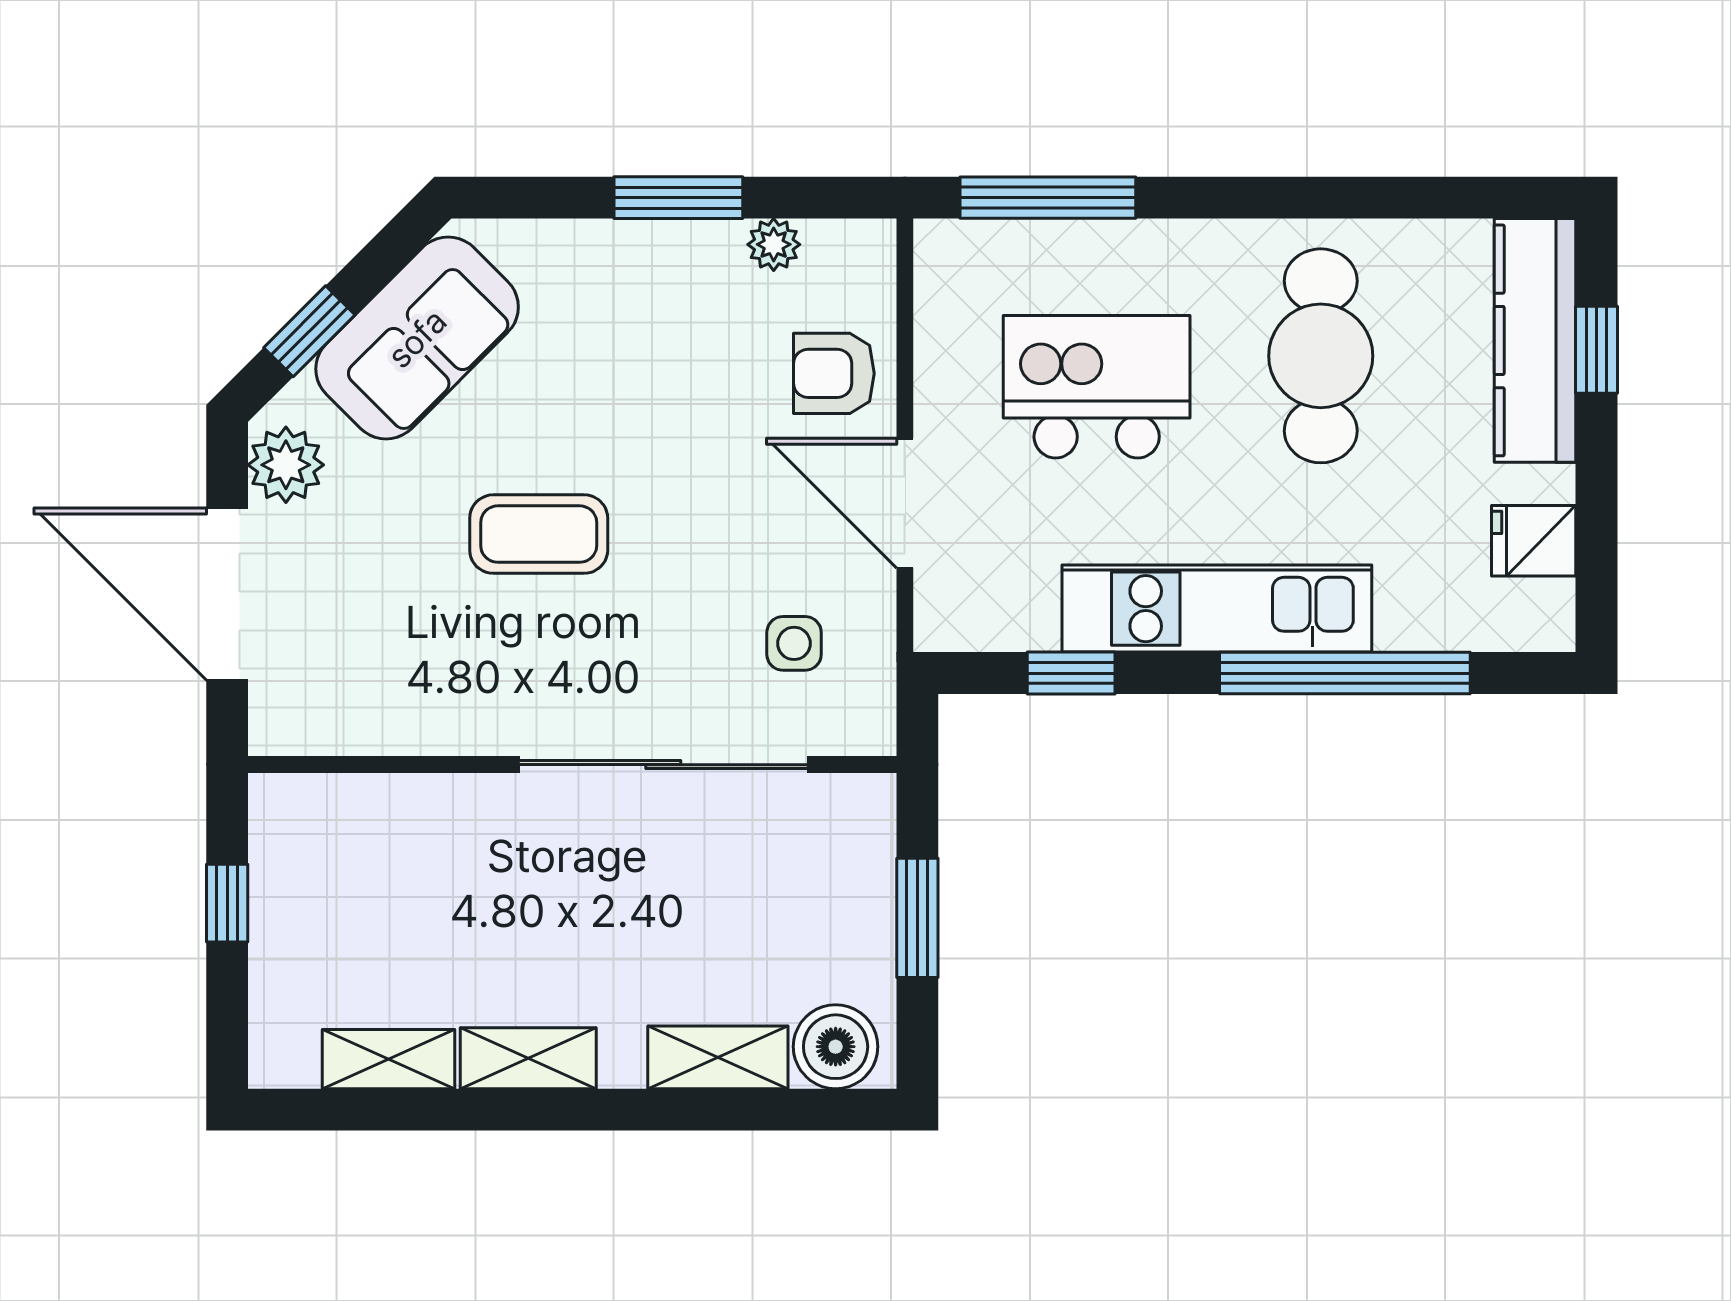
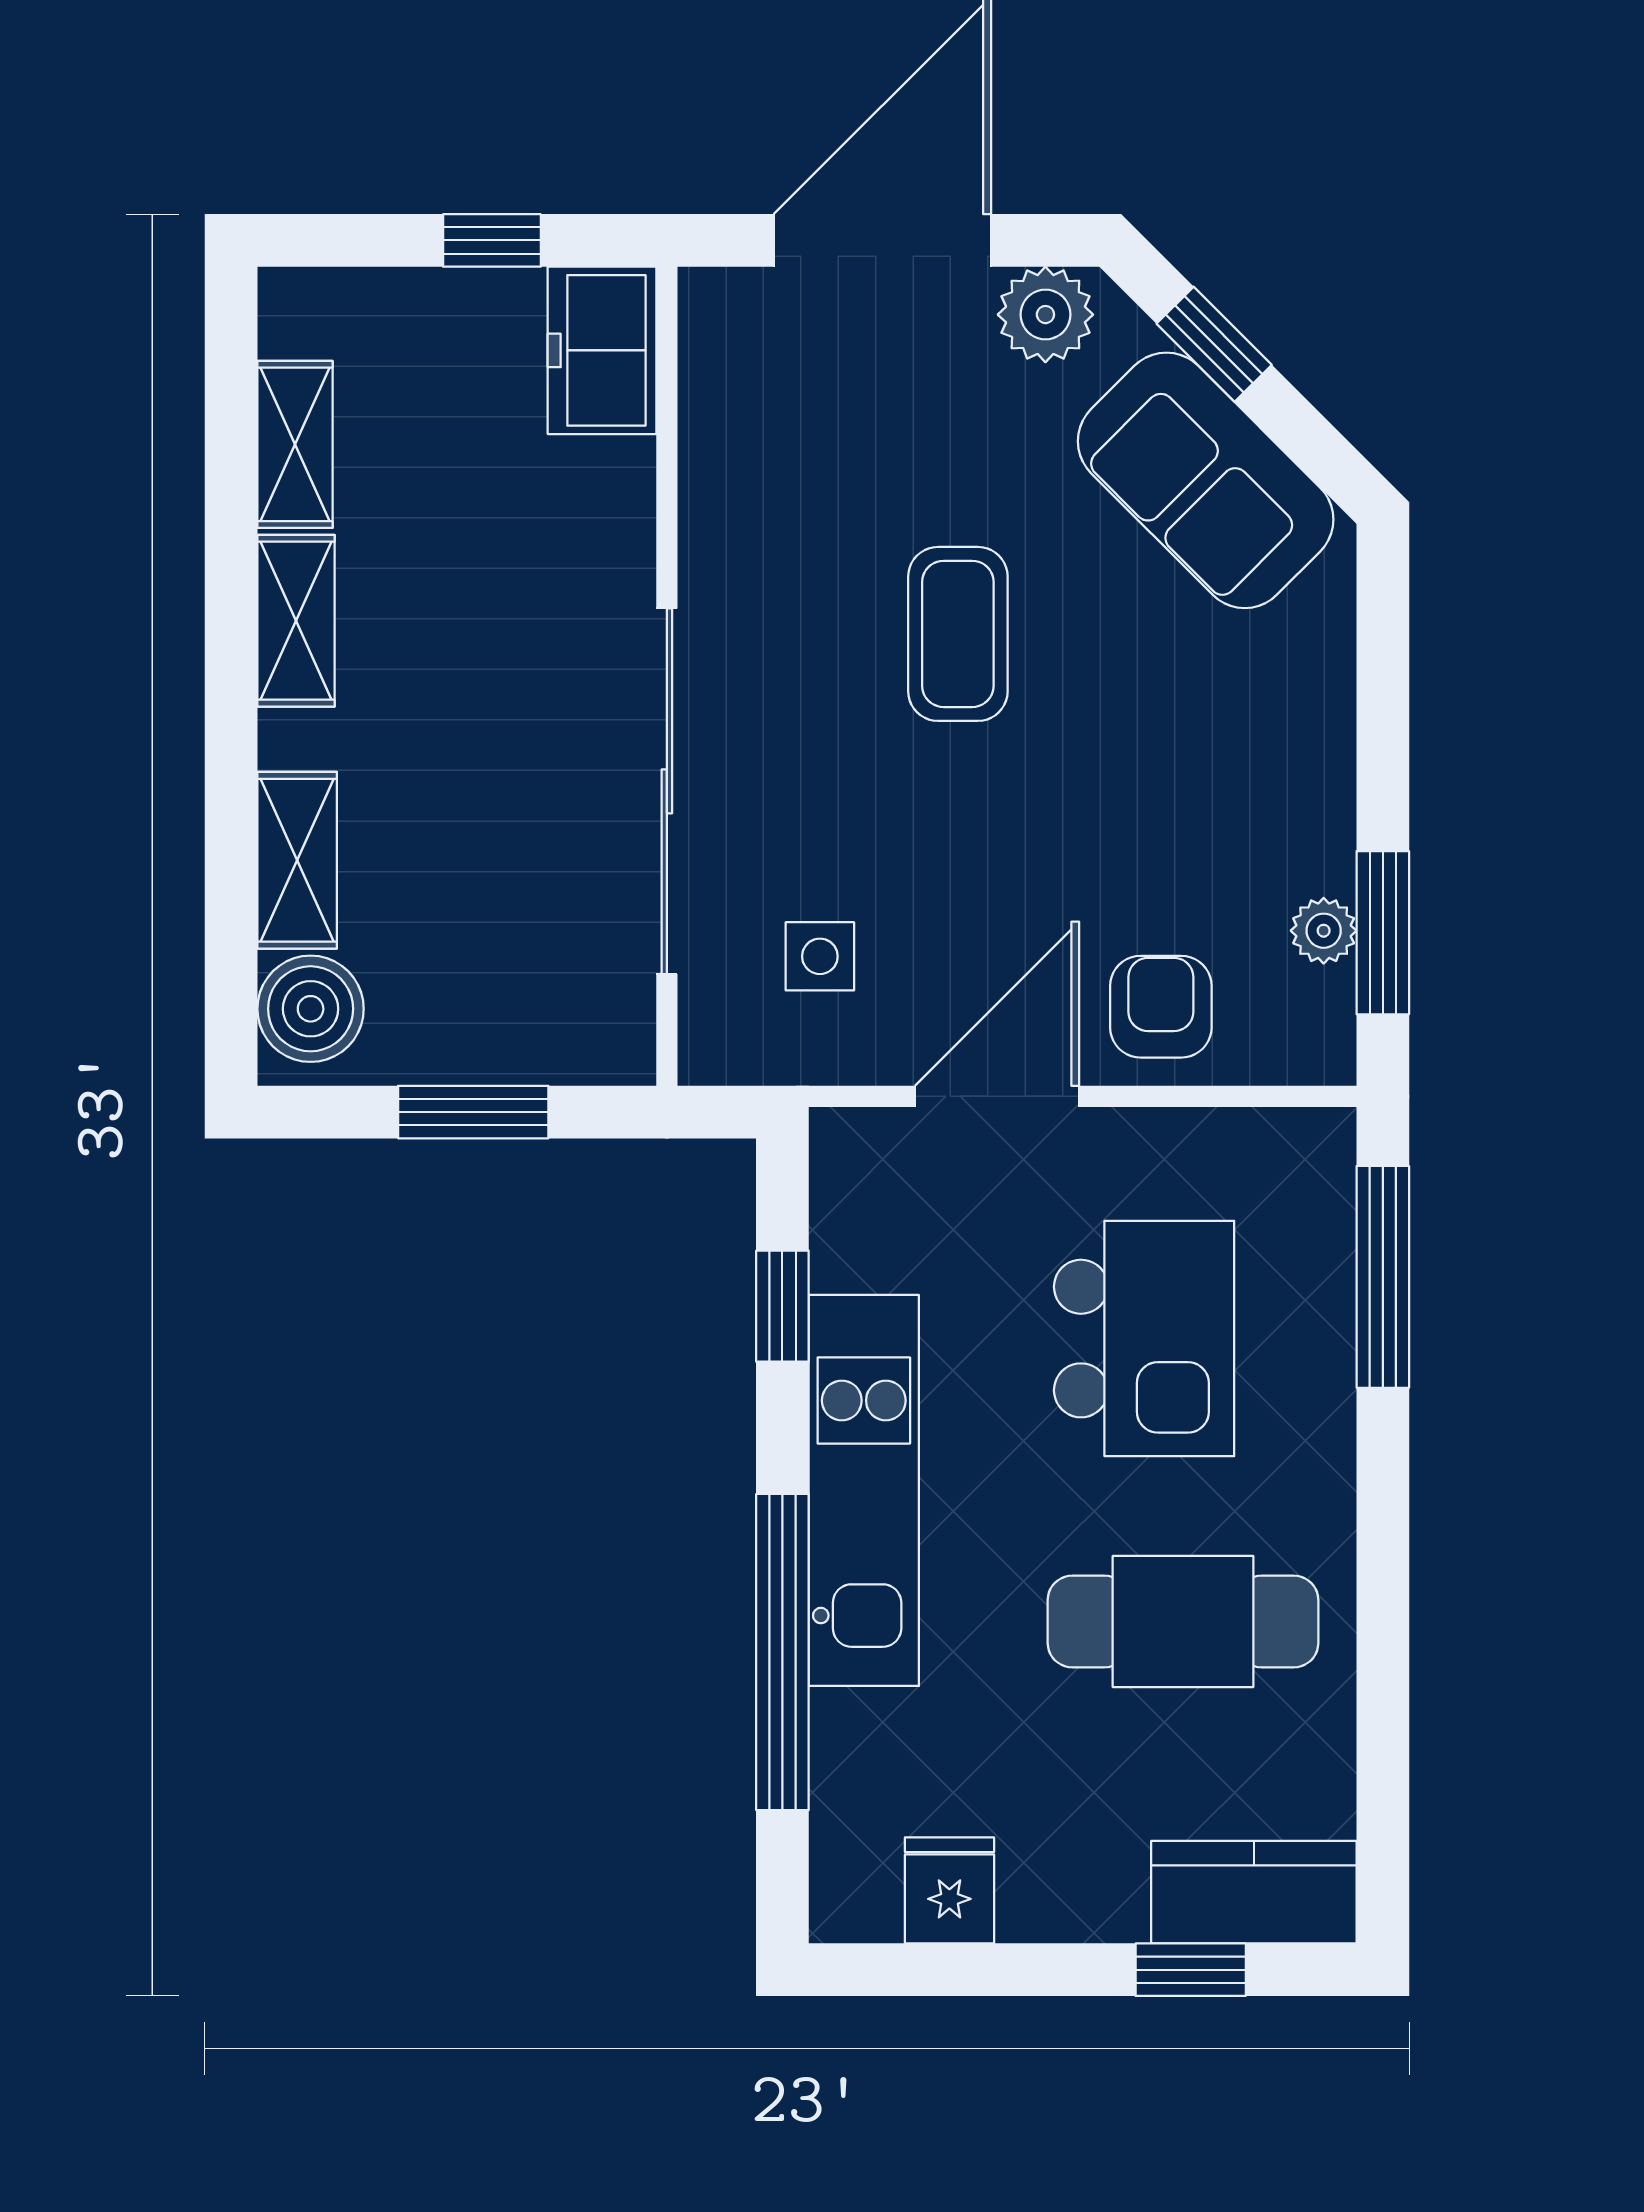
window: (678, 198) -> (1383, 933), moved
kitchen counter: (1535, 340) -> (1254, 1892), width x0.67
freezer: (314, 816) -> (602, 350), added

